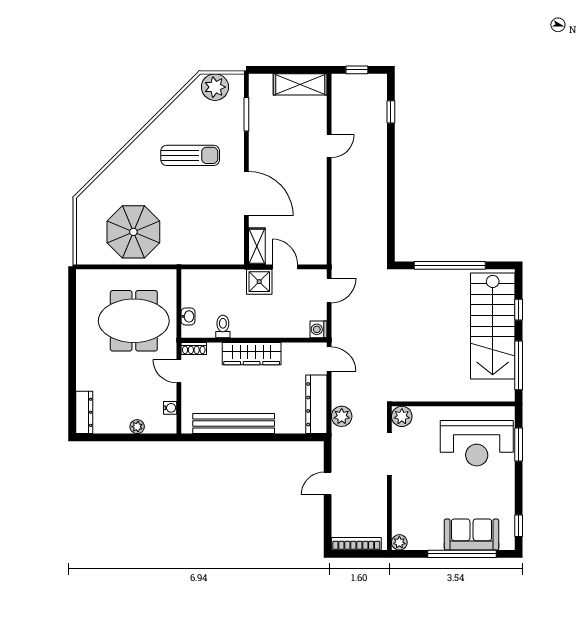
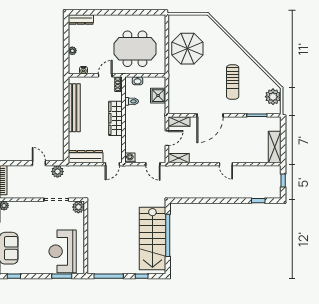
door: (329, 146) -> (226, 164), moved
shelving: (319, 247) -> (179, 158), added
shower: (259, 282) -> (158, 96), moved
meeting table: (134, 321) -> (135, 49), turned 90
stairs: (493, 326) -> (152, 239), moved, turned -90
plant: (342, 416) -> (57, 172), moved

